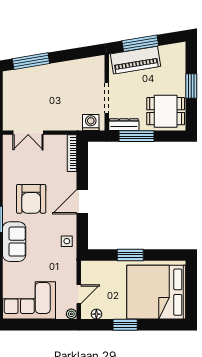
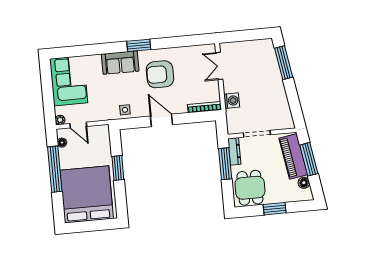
floor lamp: (166, 51) -> (304, 183), added
washing machine: (91, 122) -> (232, 101), moved
window: (125, 325) -> (55, 169), width x2.11

